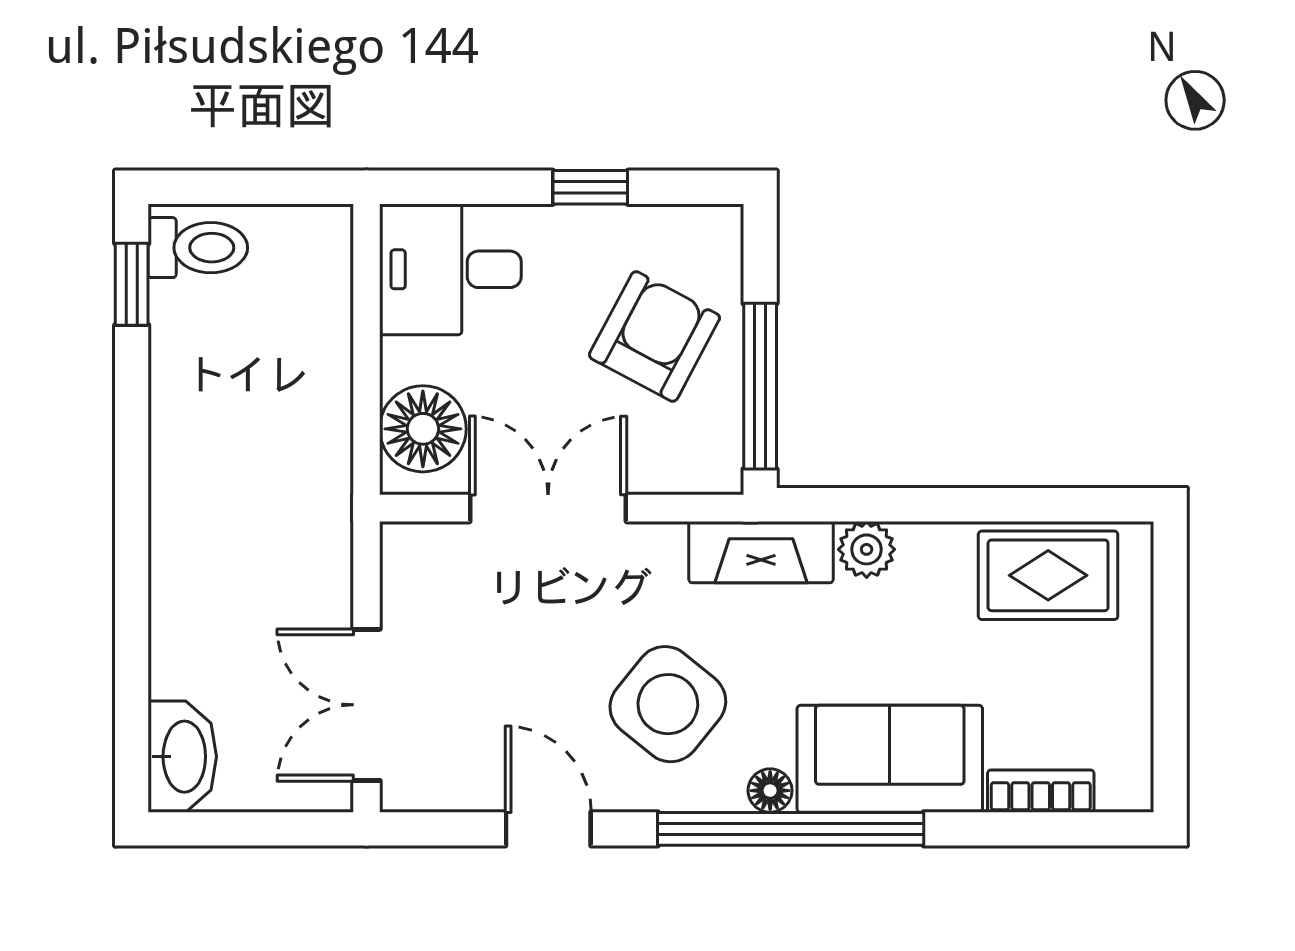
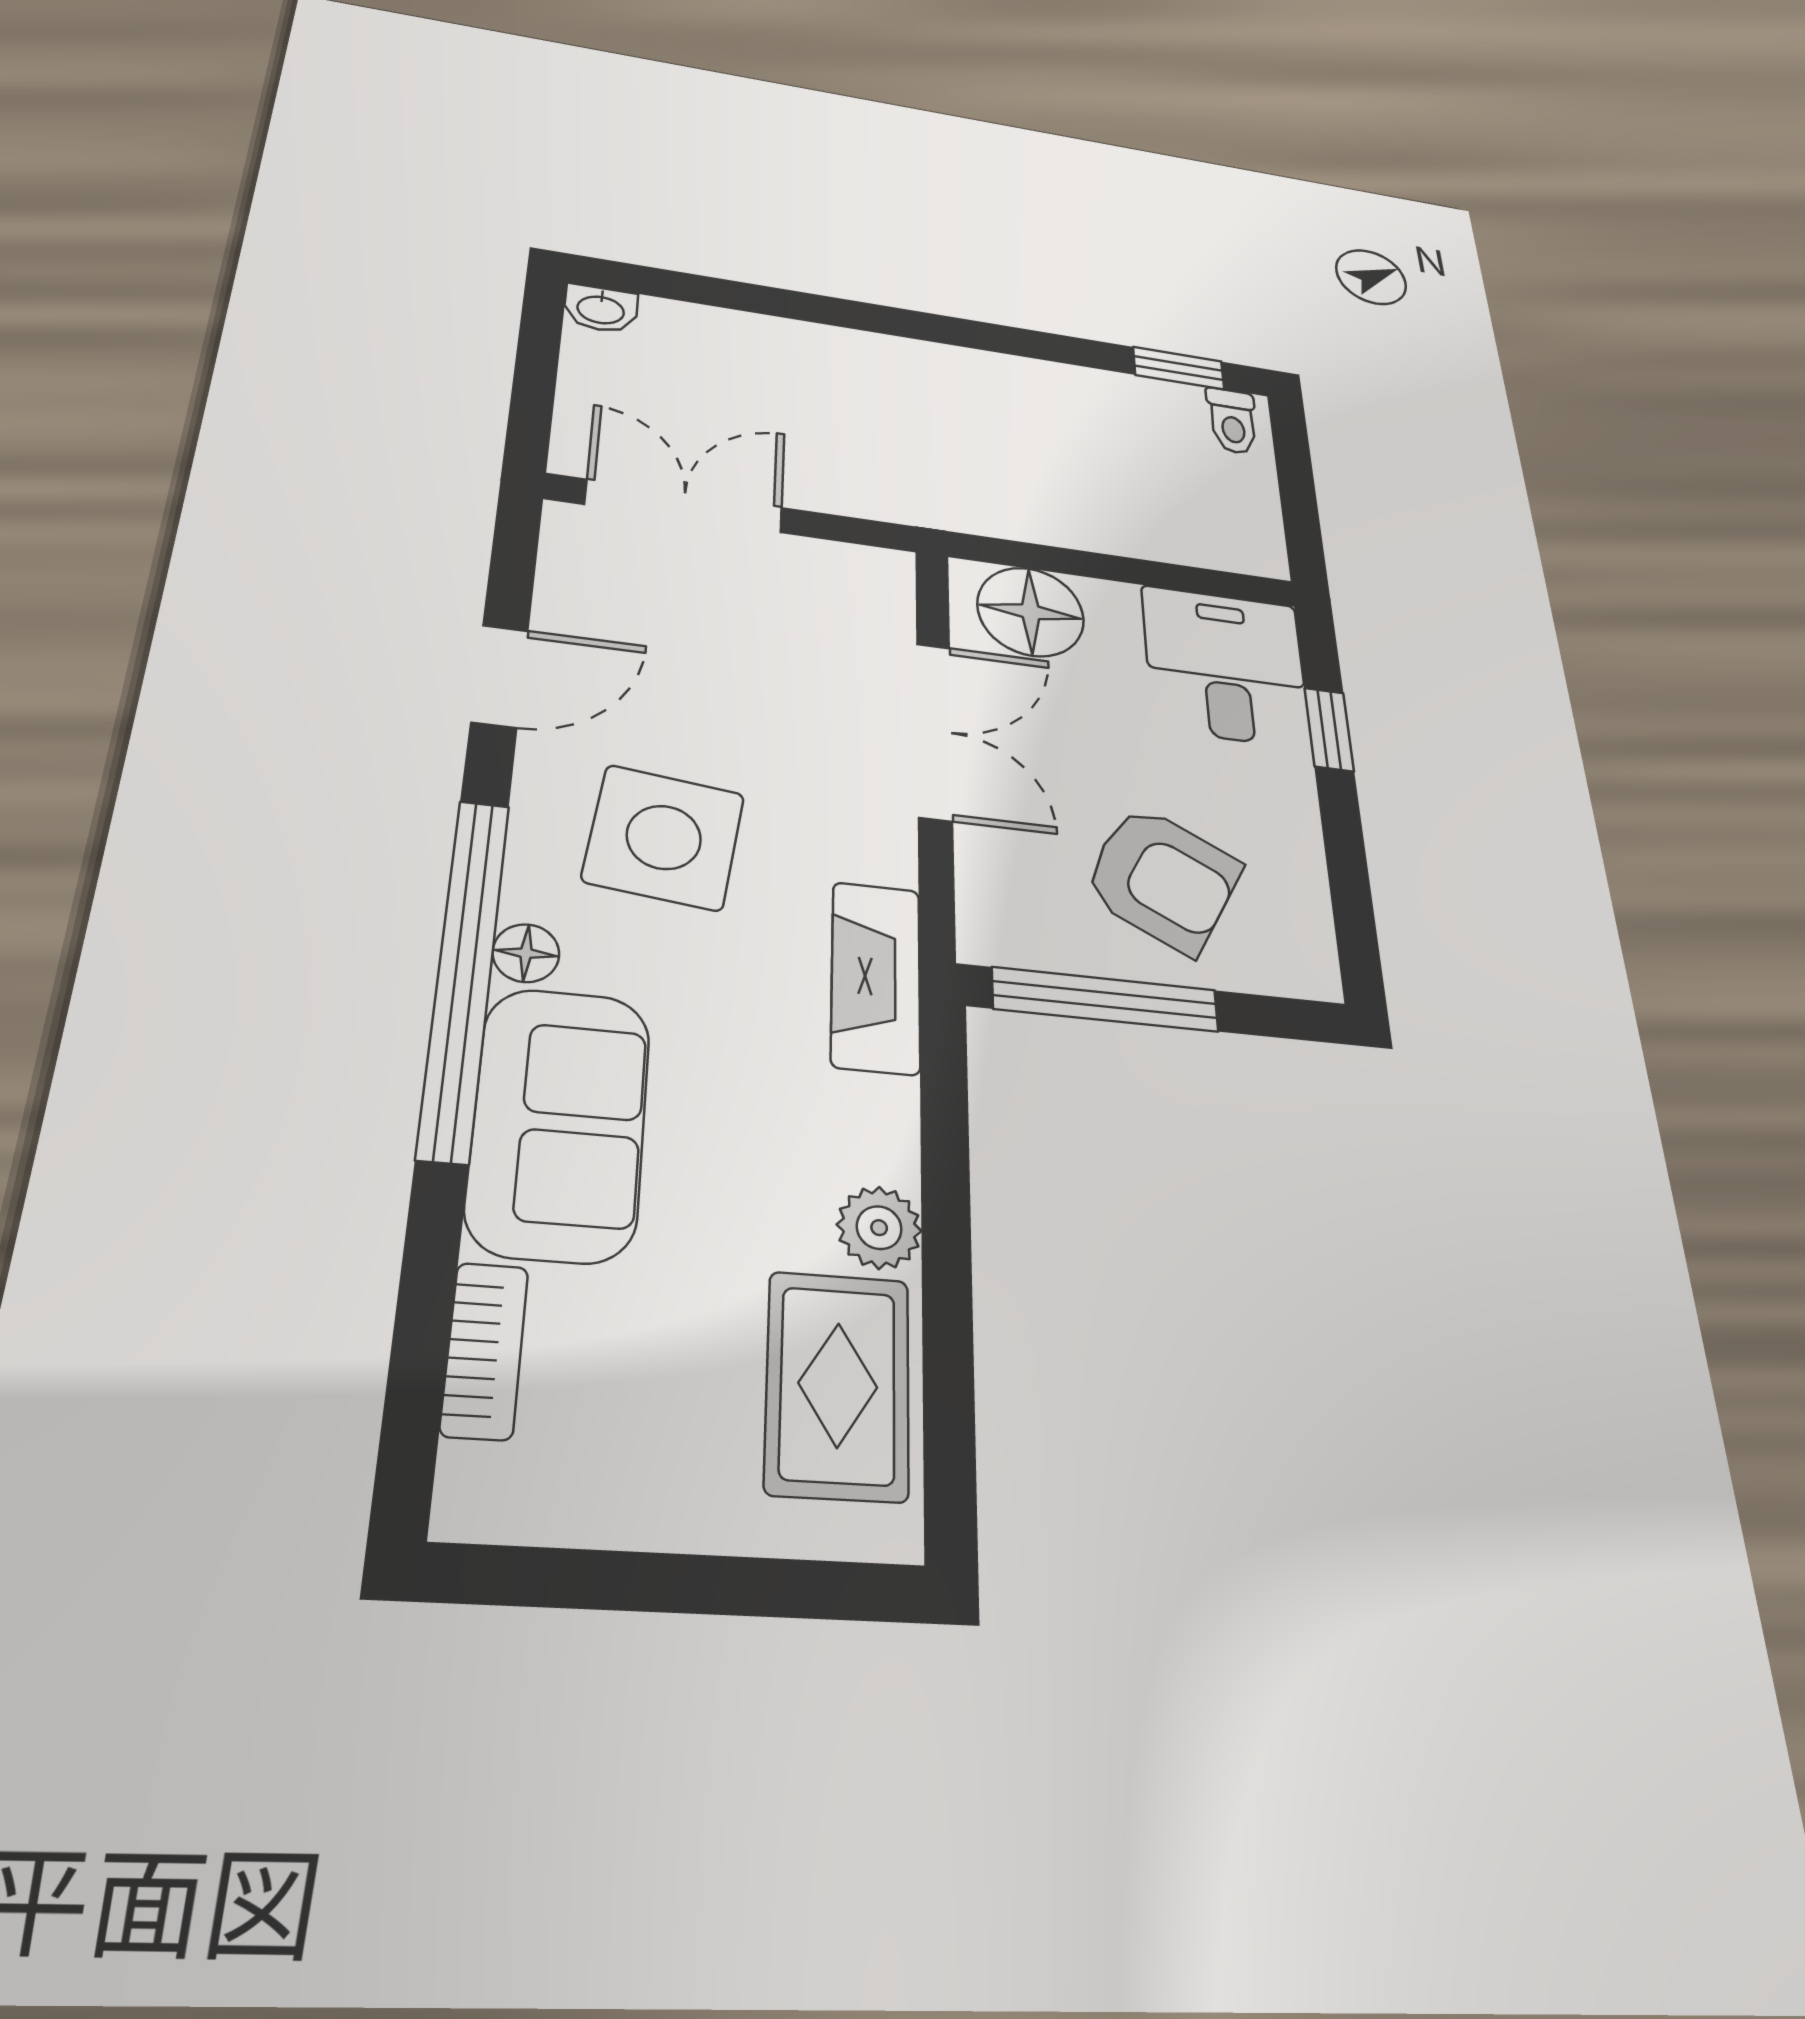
window: (590, 187) -> (1329, 729), moved
toilet: (198, 248) -> (1232, 421), width x0.73, depth x0.72
plant: (867, 549) -> (879, 1228), moved
side table: (668, 704) -> (664, 837), turned -32
washbasin: (182, 757) -> (601, 309), width x0.52, depth x0.69

